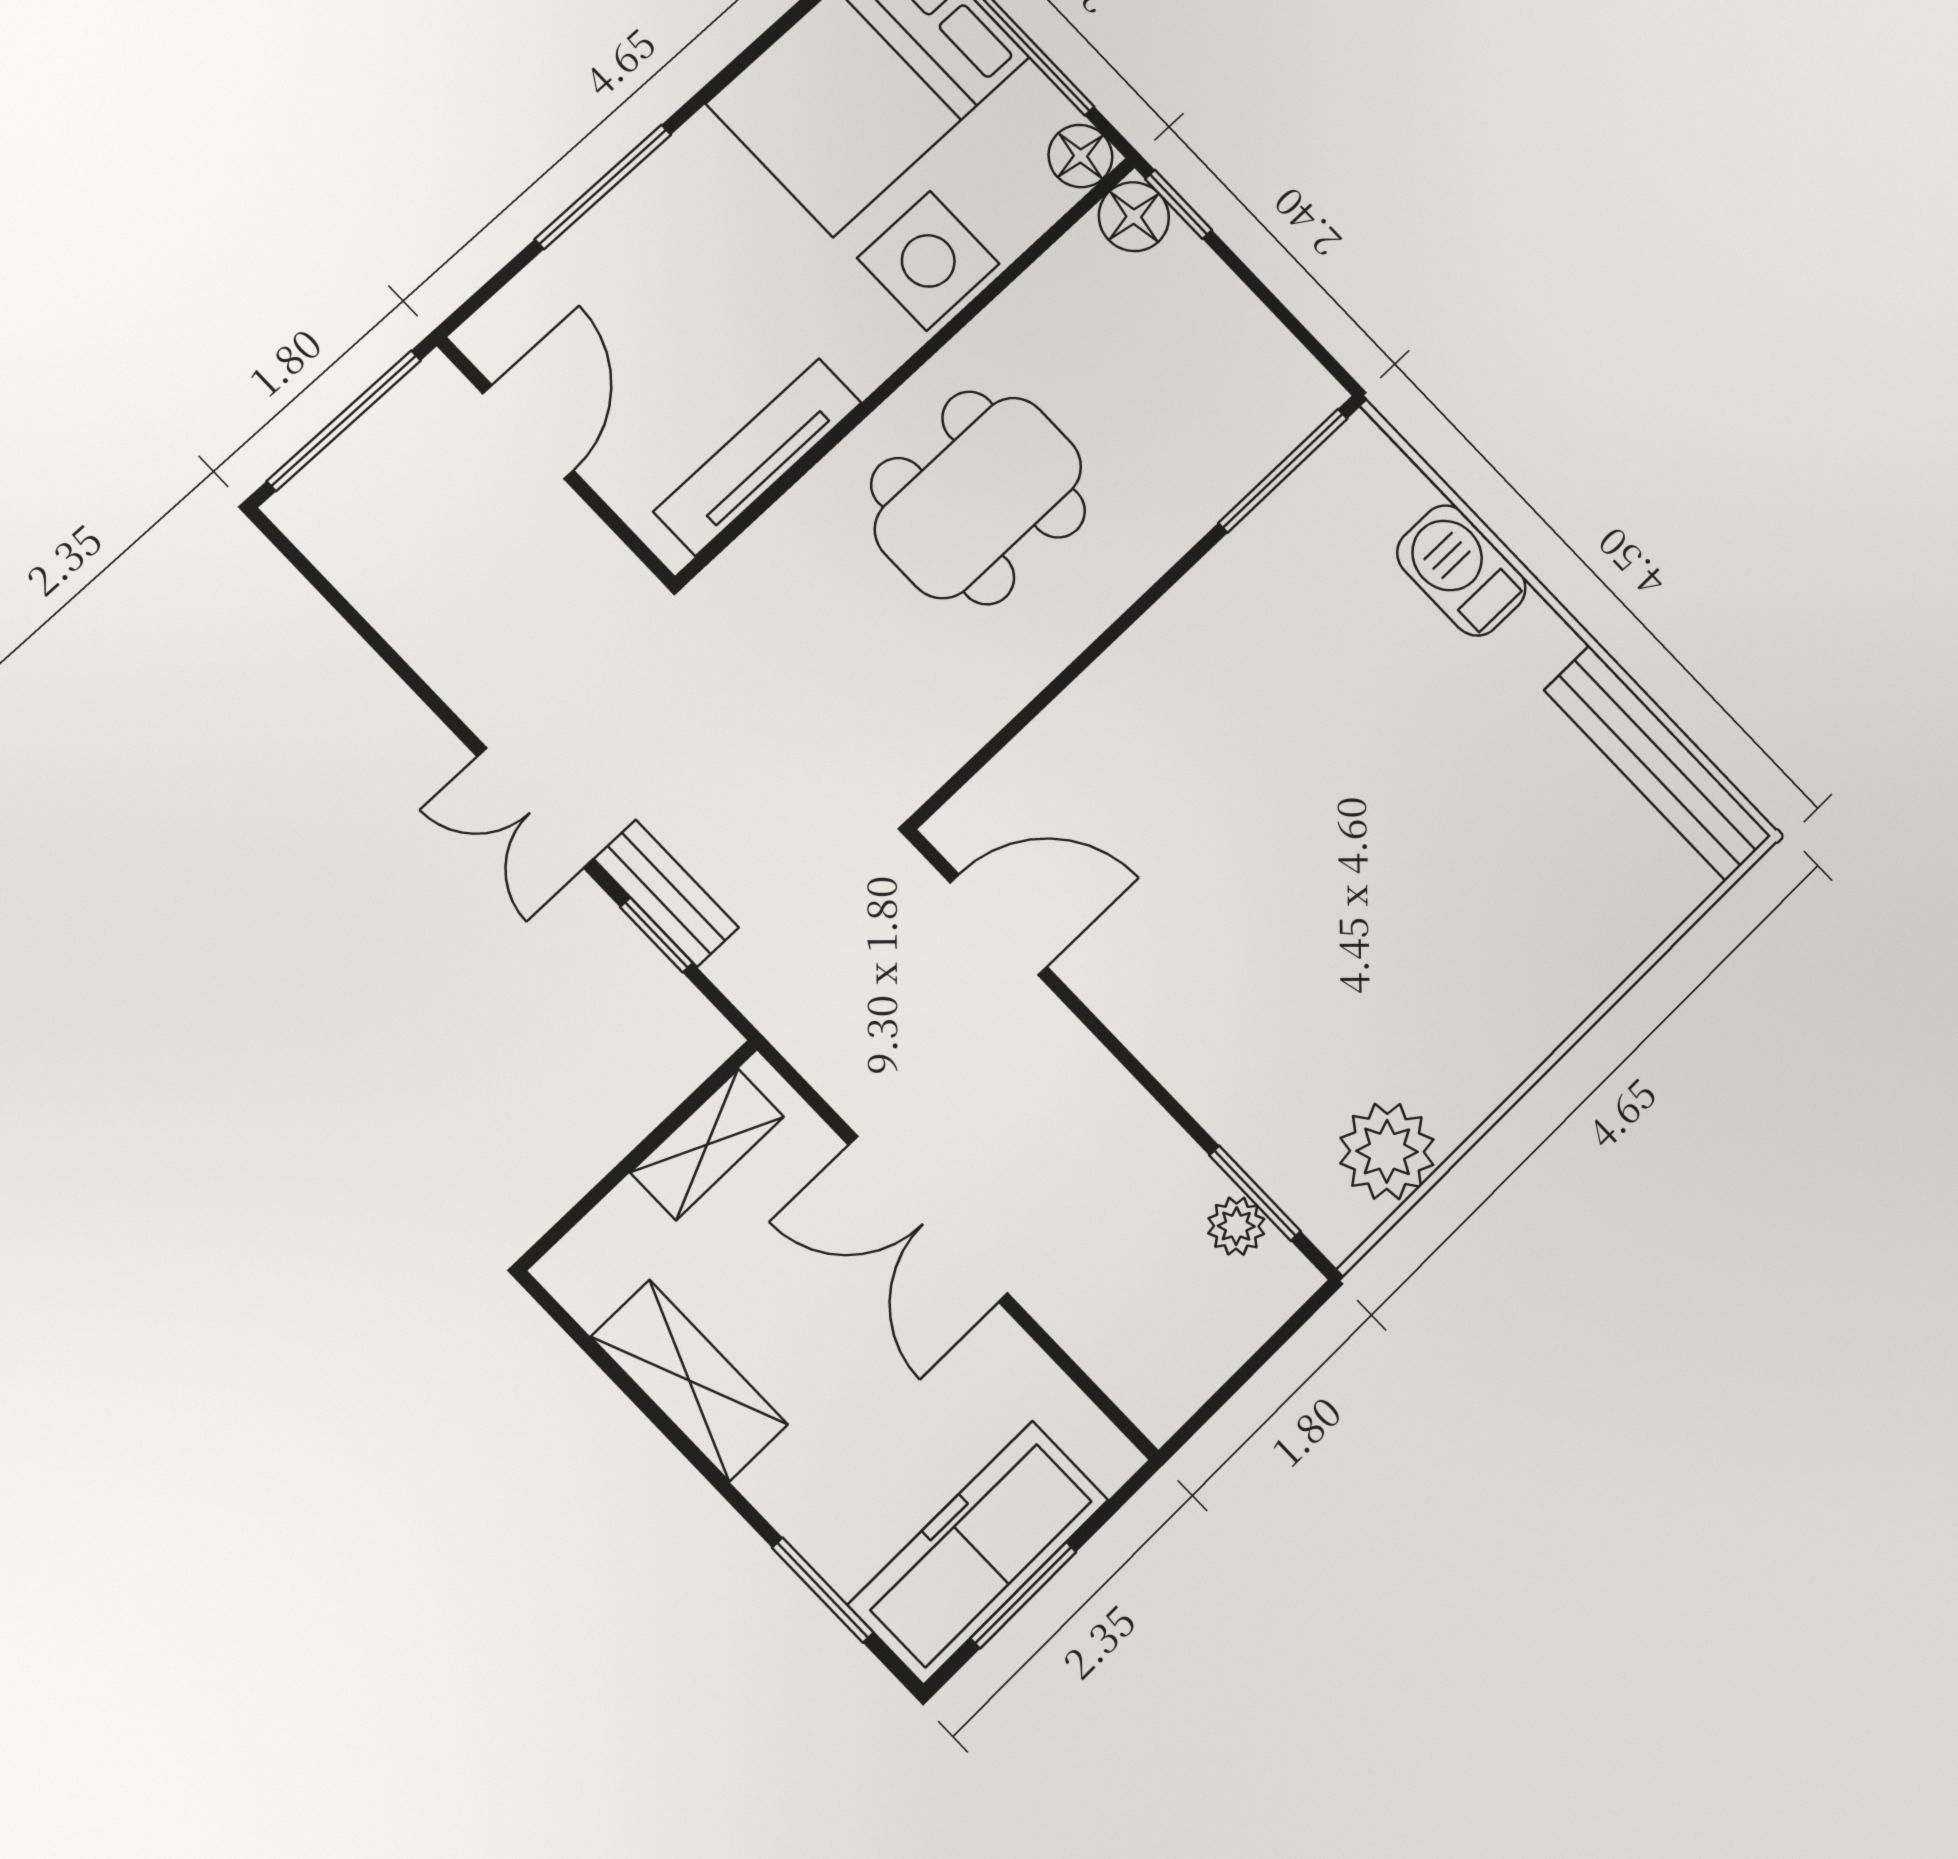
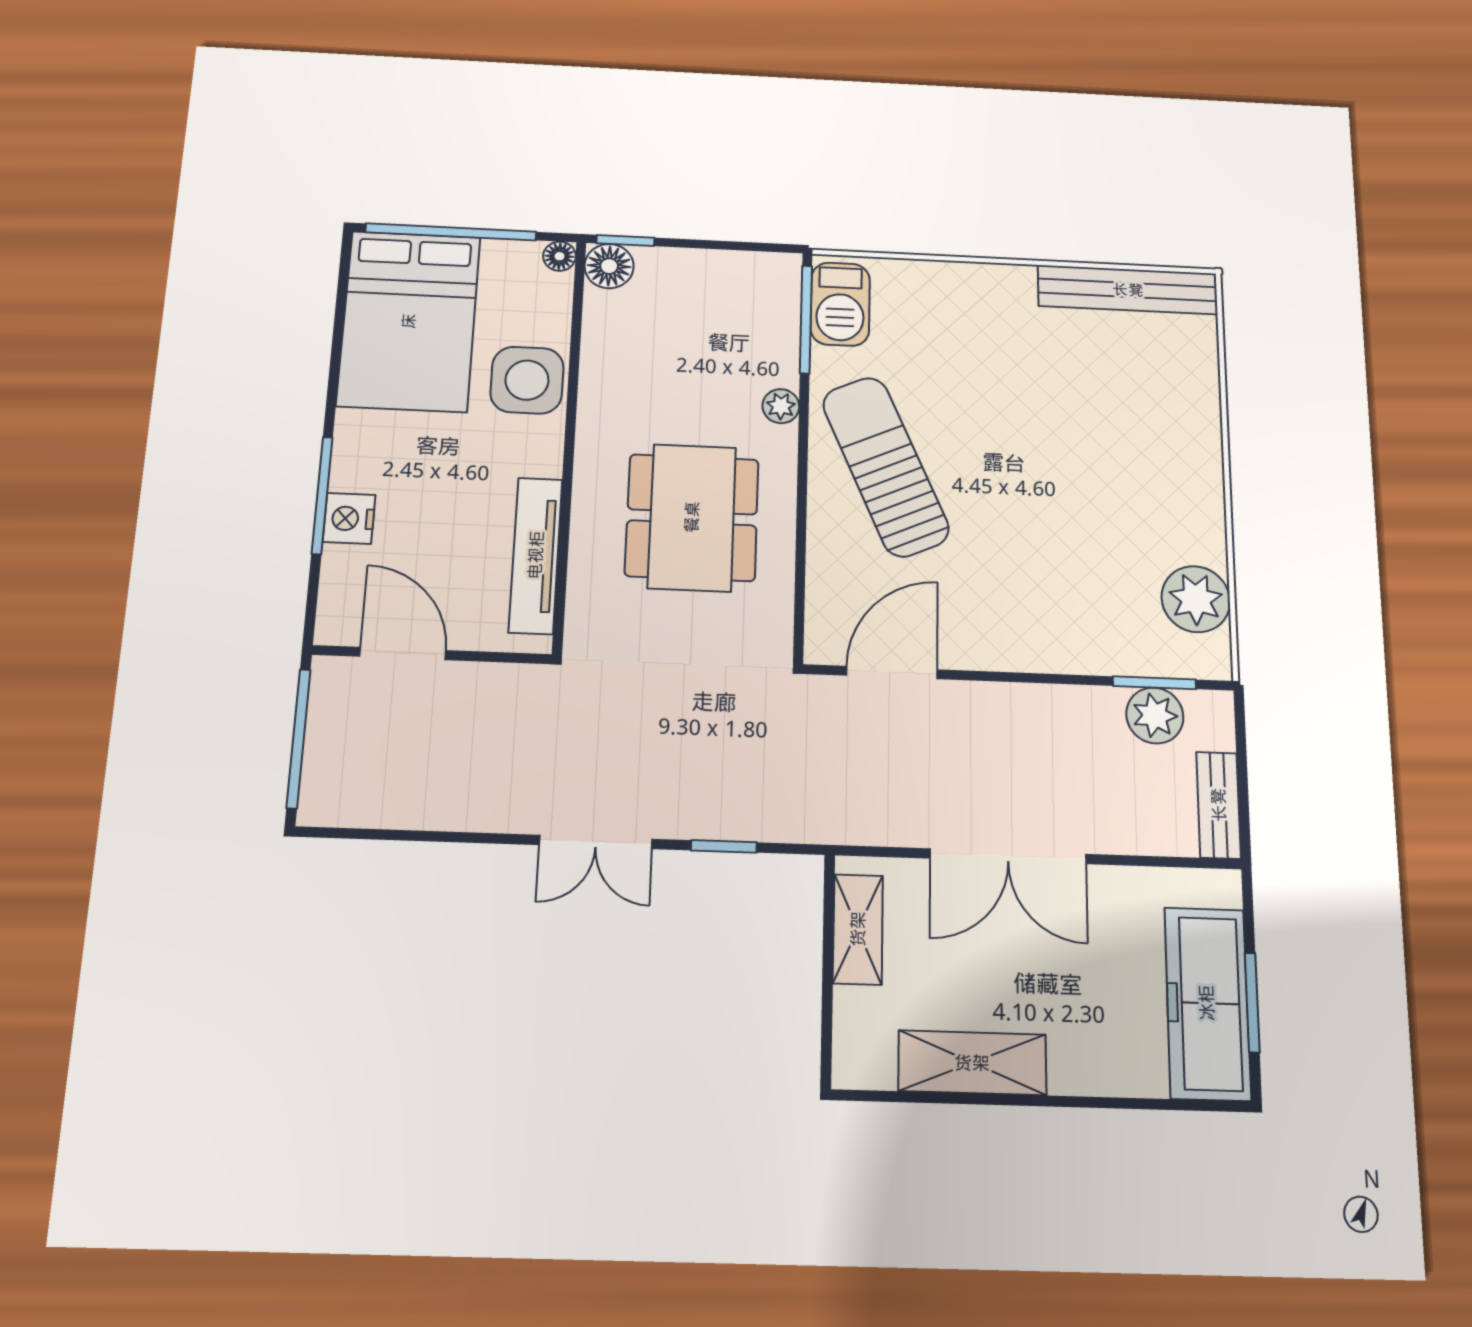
floor lamp: (1080, 156) -> (560, 256), width x0.73, depth x0.73
nightstand: (607, 238) -> (349, 518), added
dining table: (978, 498) -> (692, 517), moved
plant: (1163, 539) -> (781, 406), added
barbecue: (1461, 571) -> (840, 304), moved, turned -90
sun lounger: (1208, 707) -> (886, 466), added
bench: (666, 893) -> (1219, 805), moved, turned 90
plant: (1236, 1226) -> (1155, 715), width x1.38, depth x1.38
window: (823, 1590) -> (1151, 1104), removed

